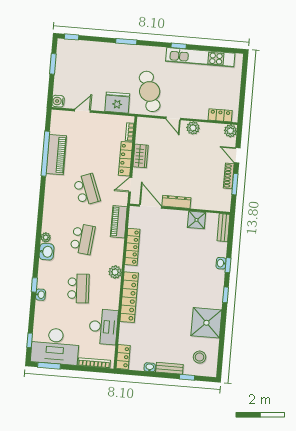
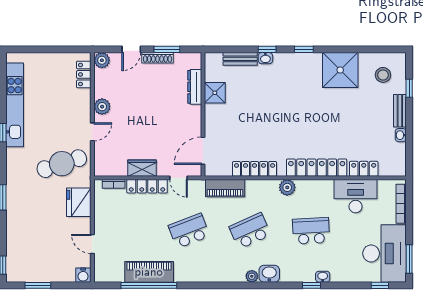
dresser: (176, 202) -> (195, 87), moved
bench: (223, 228) -> (240, 59), moved
school desk: (83, 239) -> (250, 231), turned -30
locker: (123, 357) -> (364, 169), moved

